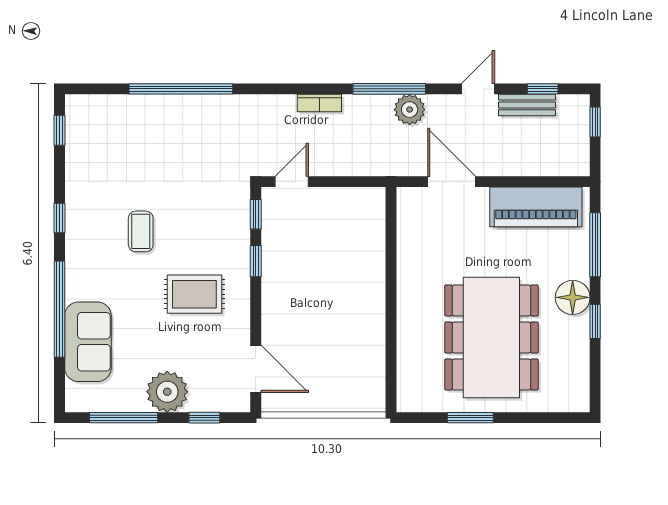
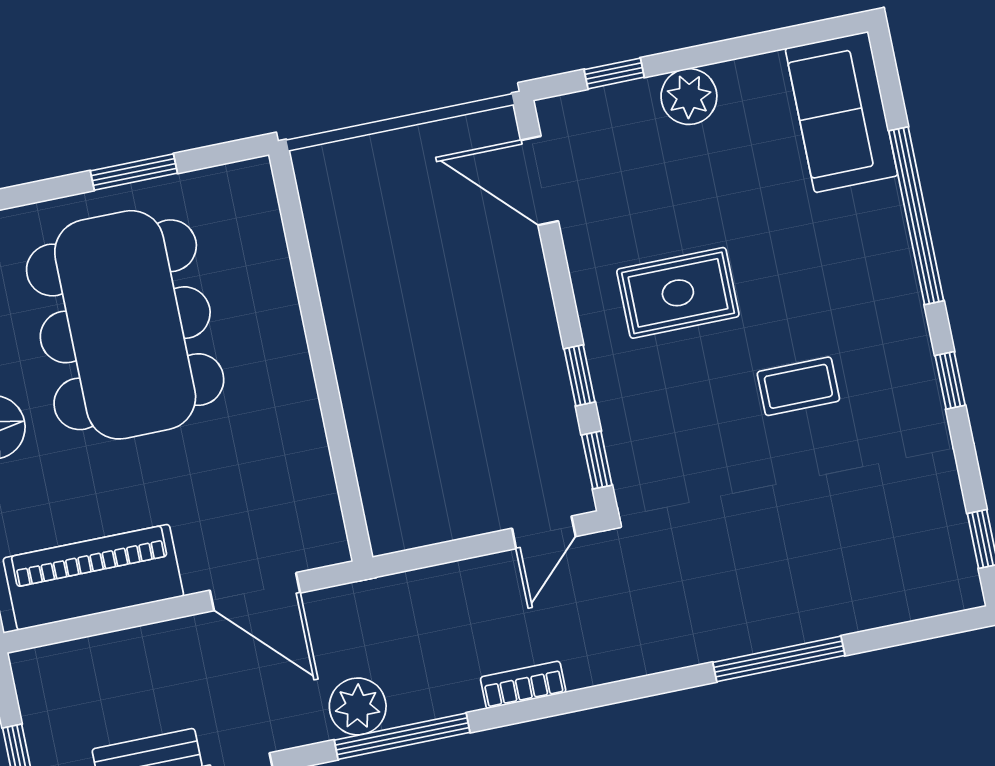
window: (181, 89) -> (779, 659), width x0.68
coffee table: (141, 231) -> (798, 386), turned 90
sofa: (88, 342) -> (842, 112), moved
plant: (167, 392) -> (689, 97), width x0.73, depth x0.73
window: (124, 418) -> (760, 43), removed

